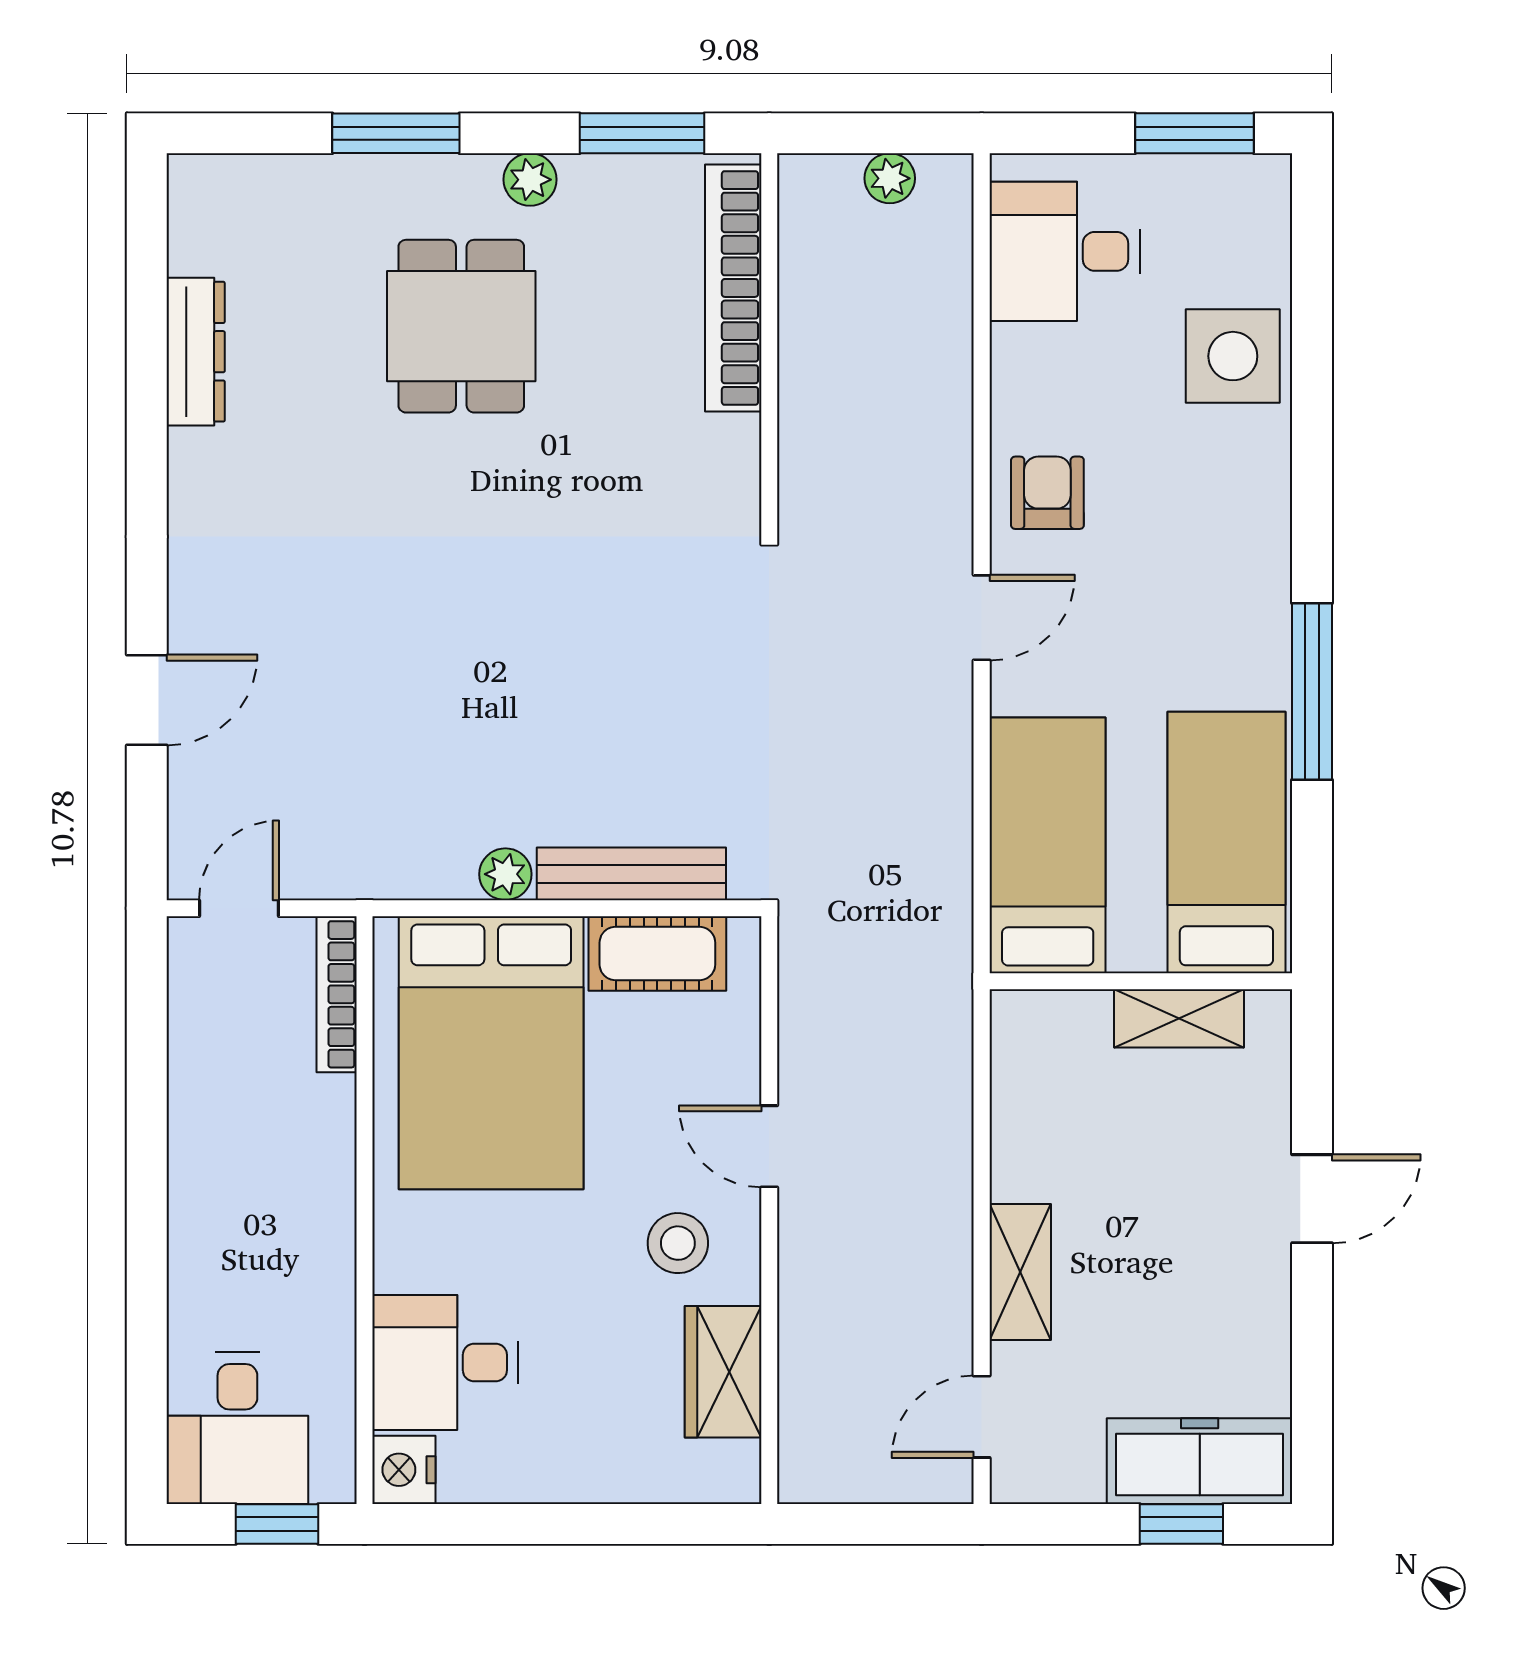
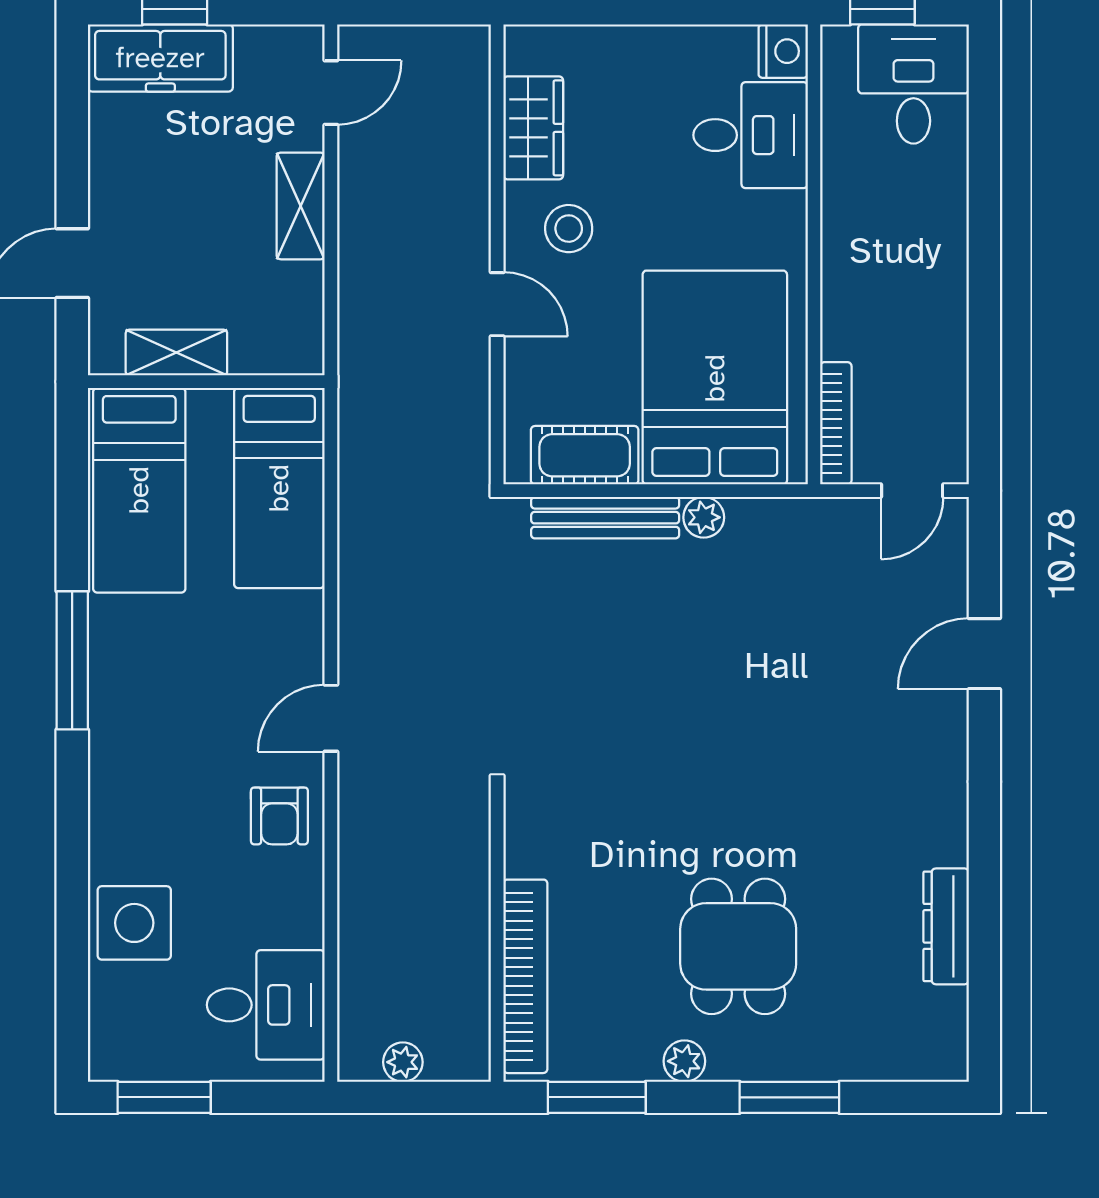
bed: (1226, 842) -> (139, 490), moved
bed: (1048, 845) -> (279, 488), moved
wall: (1141, 981) -> (206, 382), moved
shelving: (1179, 1018) -> (176, 353), moved

